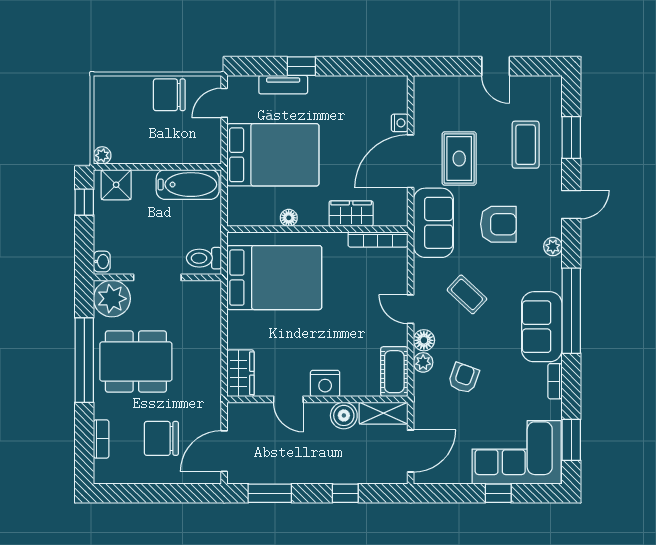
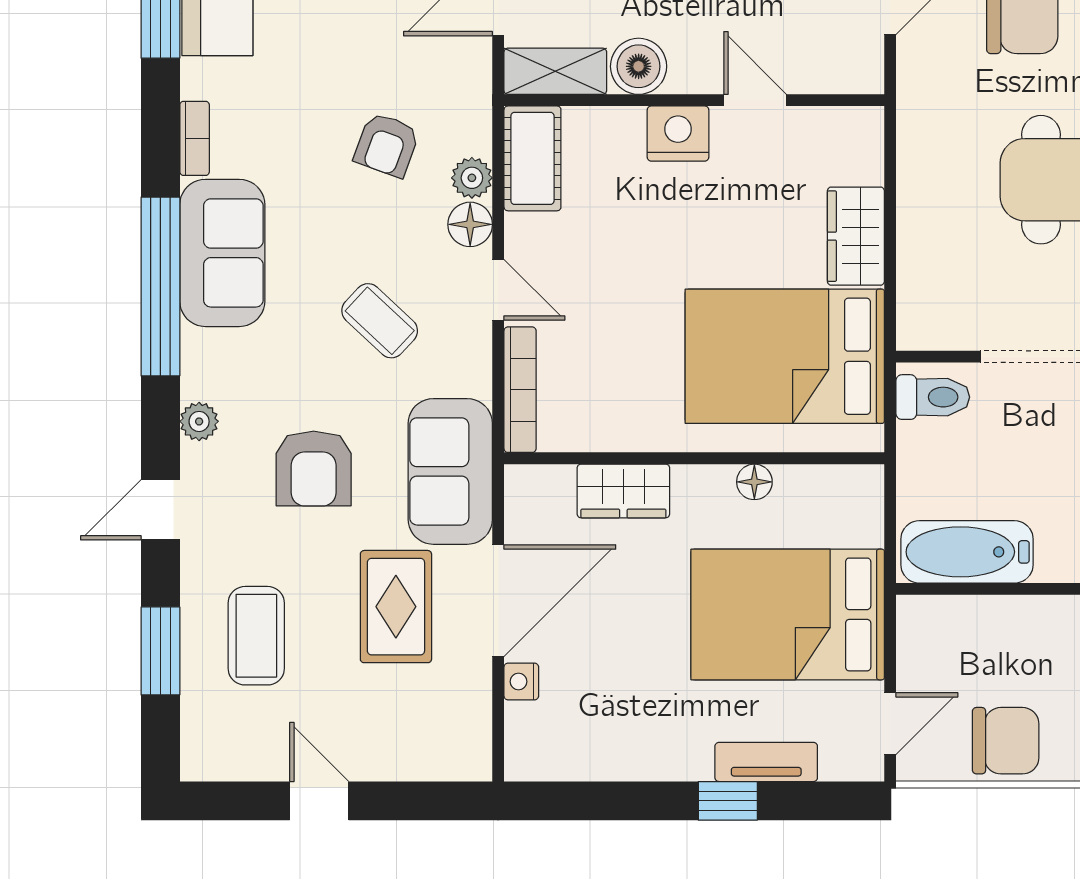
armchair: (498, 224) -> (314, 468), turned -90
bookcase: (378, 239) -> (520, 390), moved, turned 90
wardrobe: (240, 373) -> (856, 236), moved

